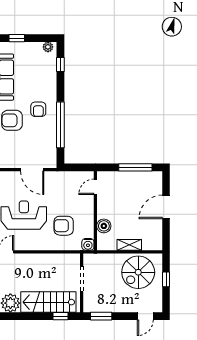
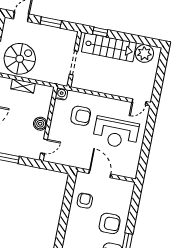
armchair: (38, 109) -> (85, 201), moved
window: (60, 125) -> (65, 210), removed
boiler: (104, 226) -> (40, 124), moved
window: (101, 316) -> (51, 22), moved

